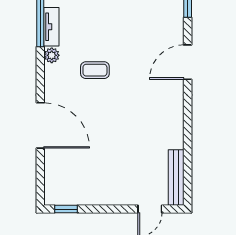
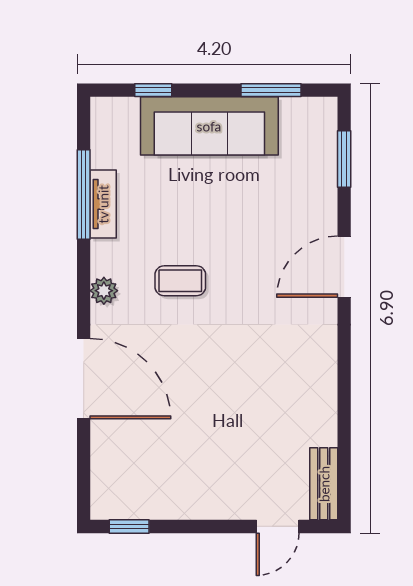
plant: (52, 55) -> (104, 291), moved
bench: (176, 177) -> (324, 484), width x0.73

